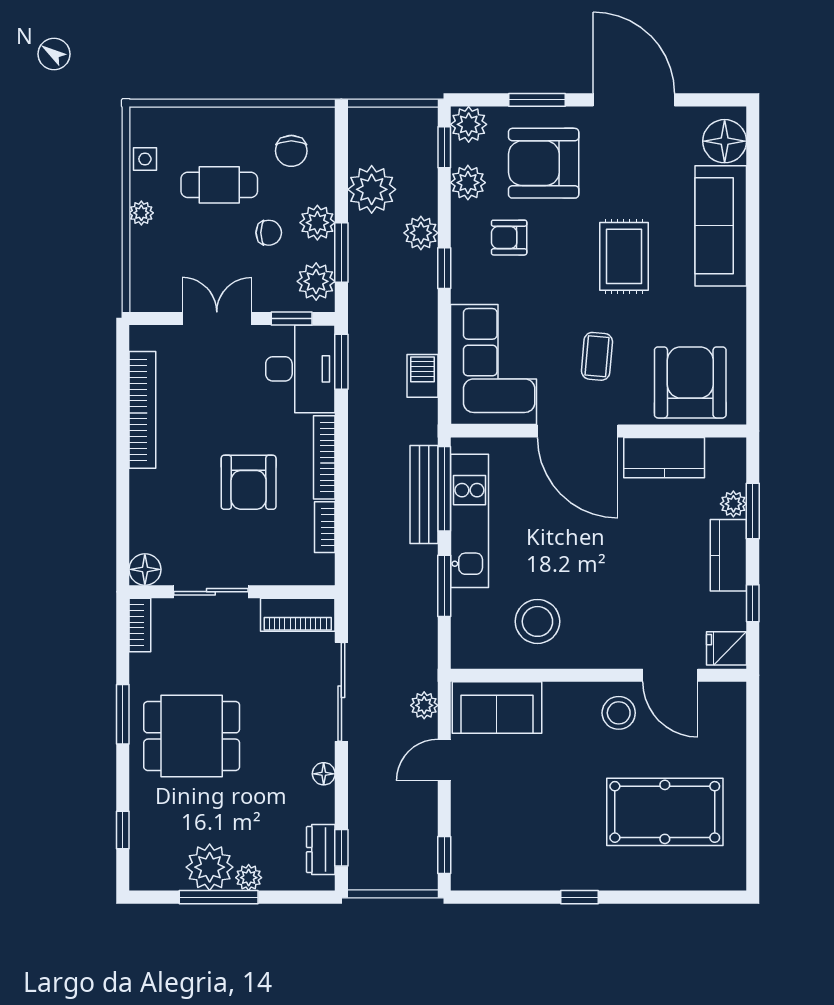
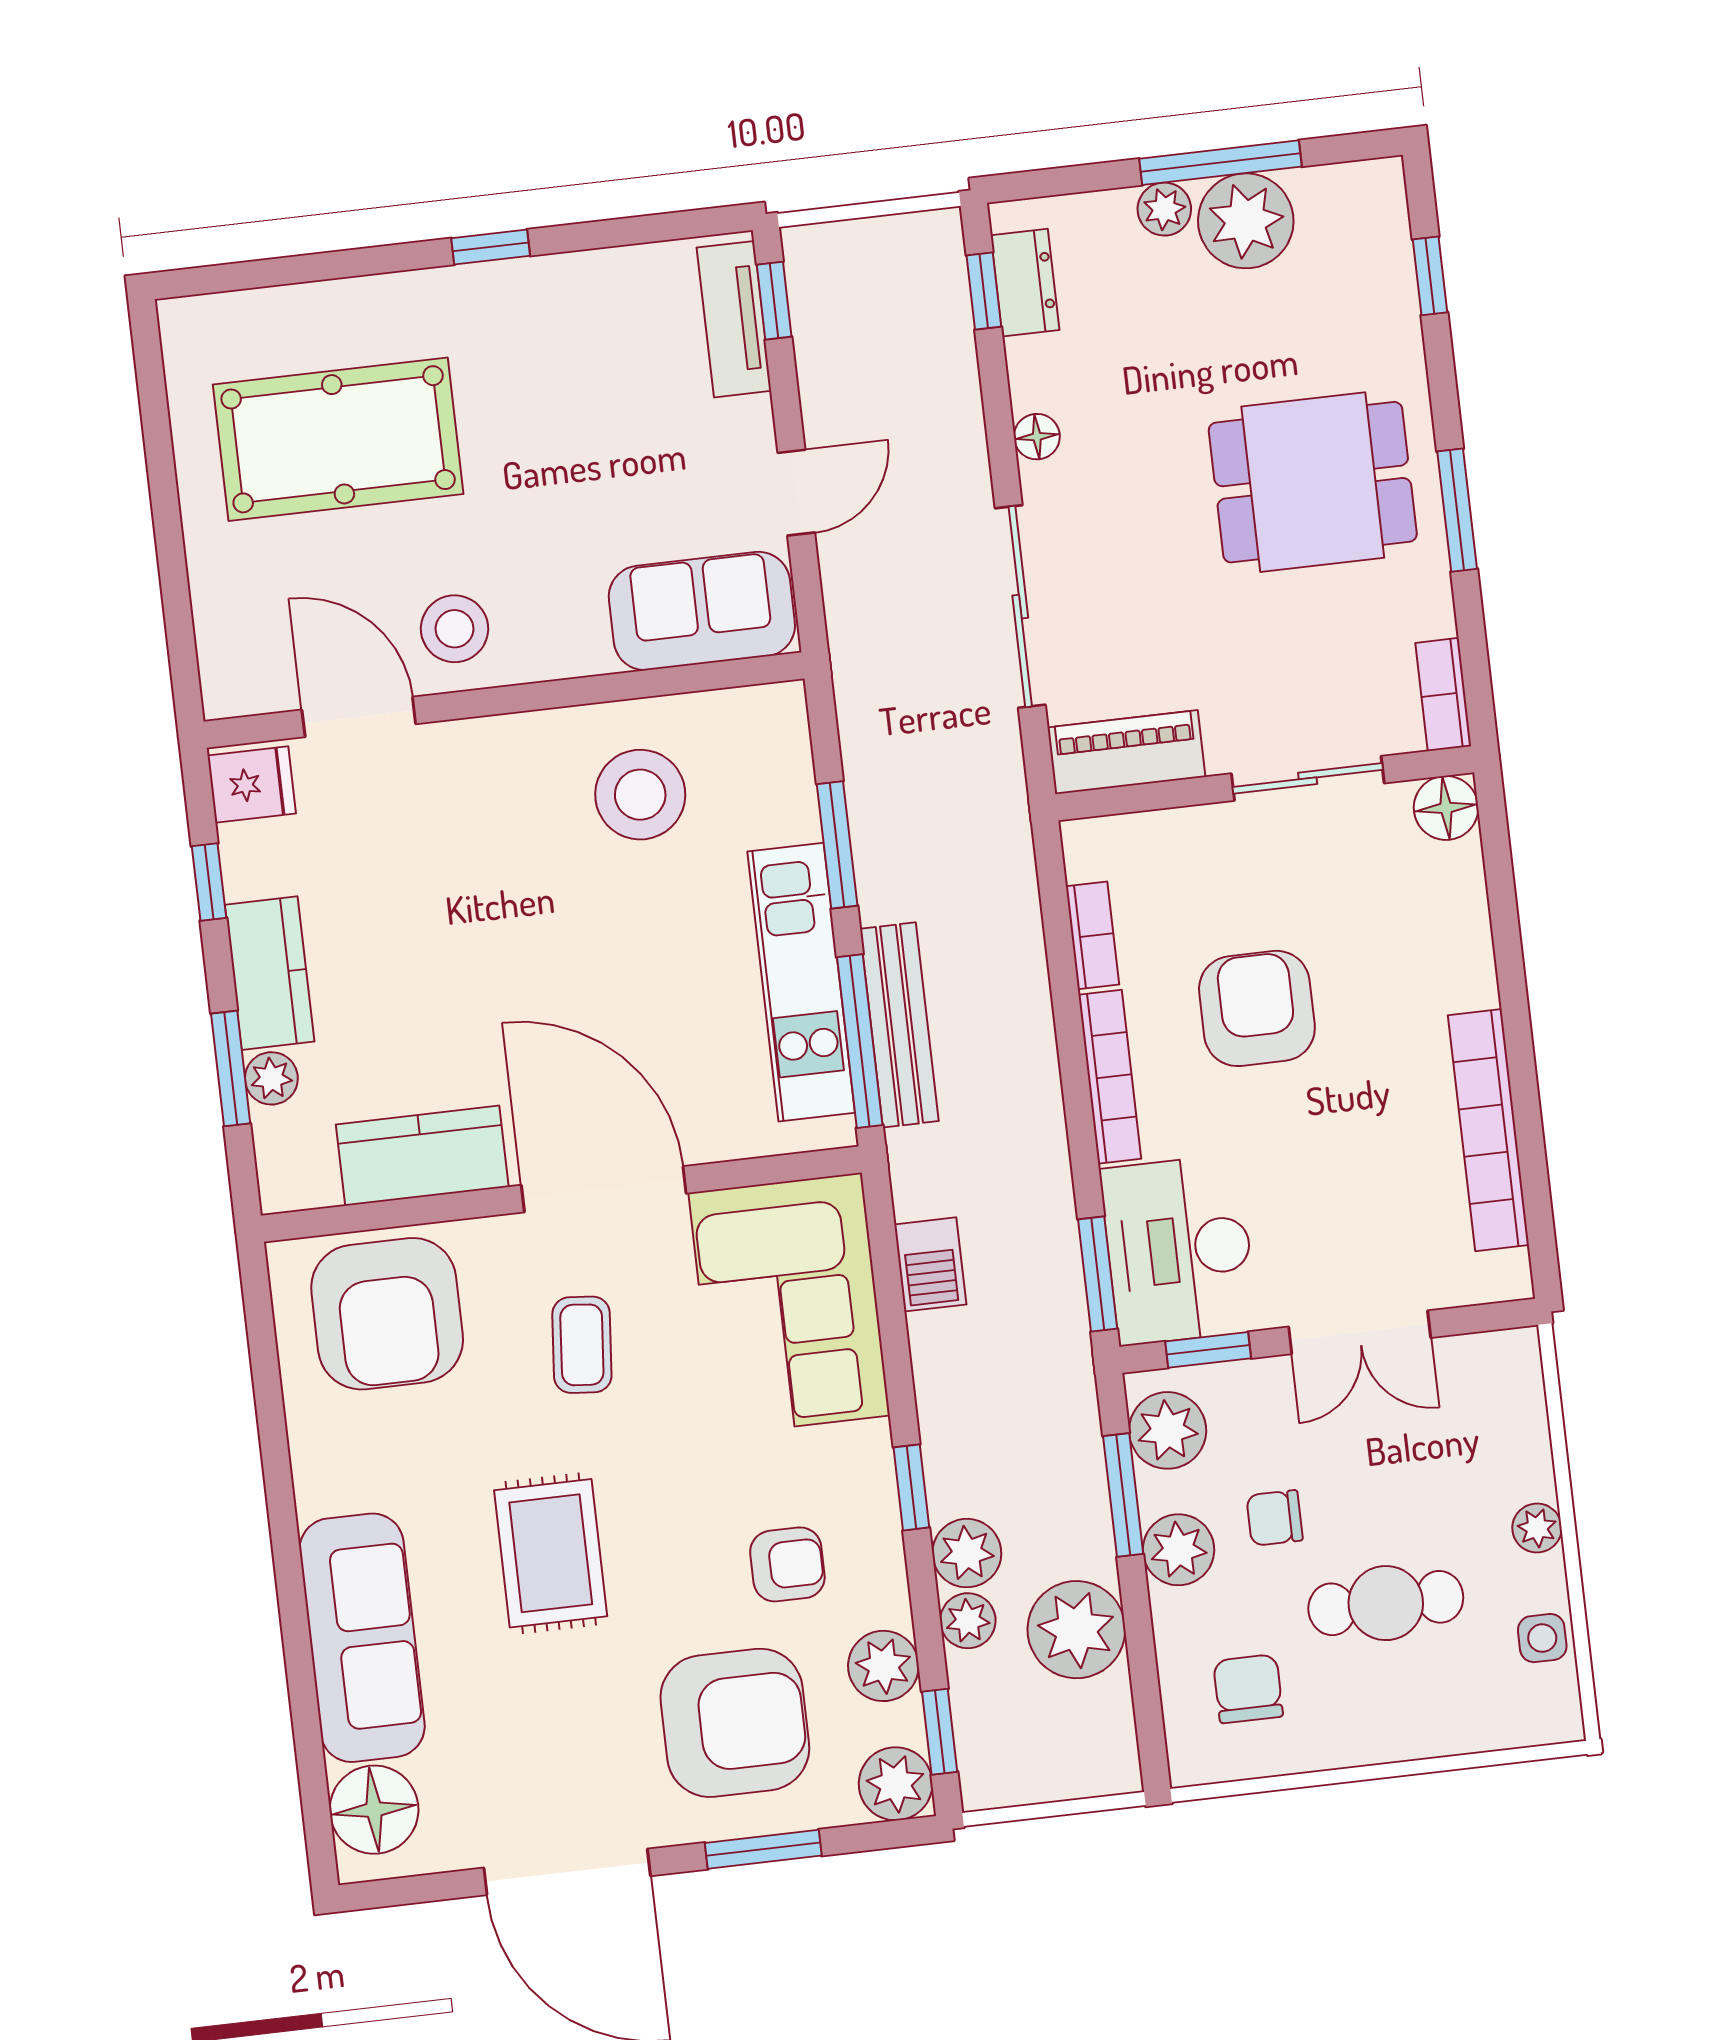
plant: (424, 705) -> (968, 1621), moved
tv unit: (465, 848) -> (734, 319), added

